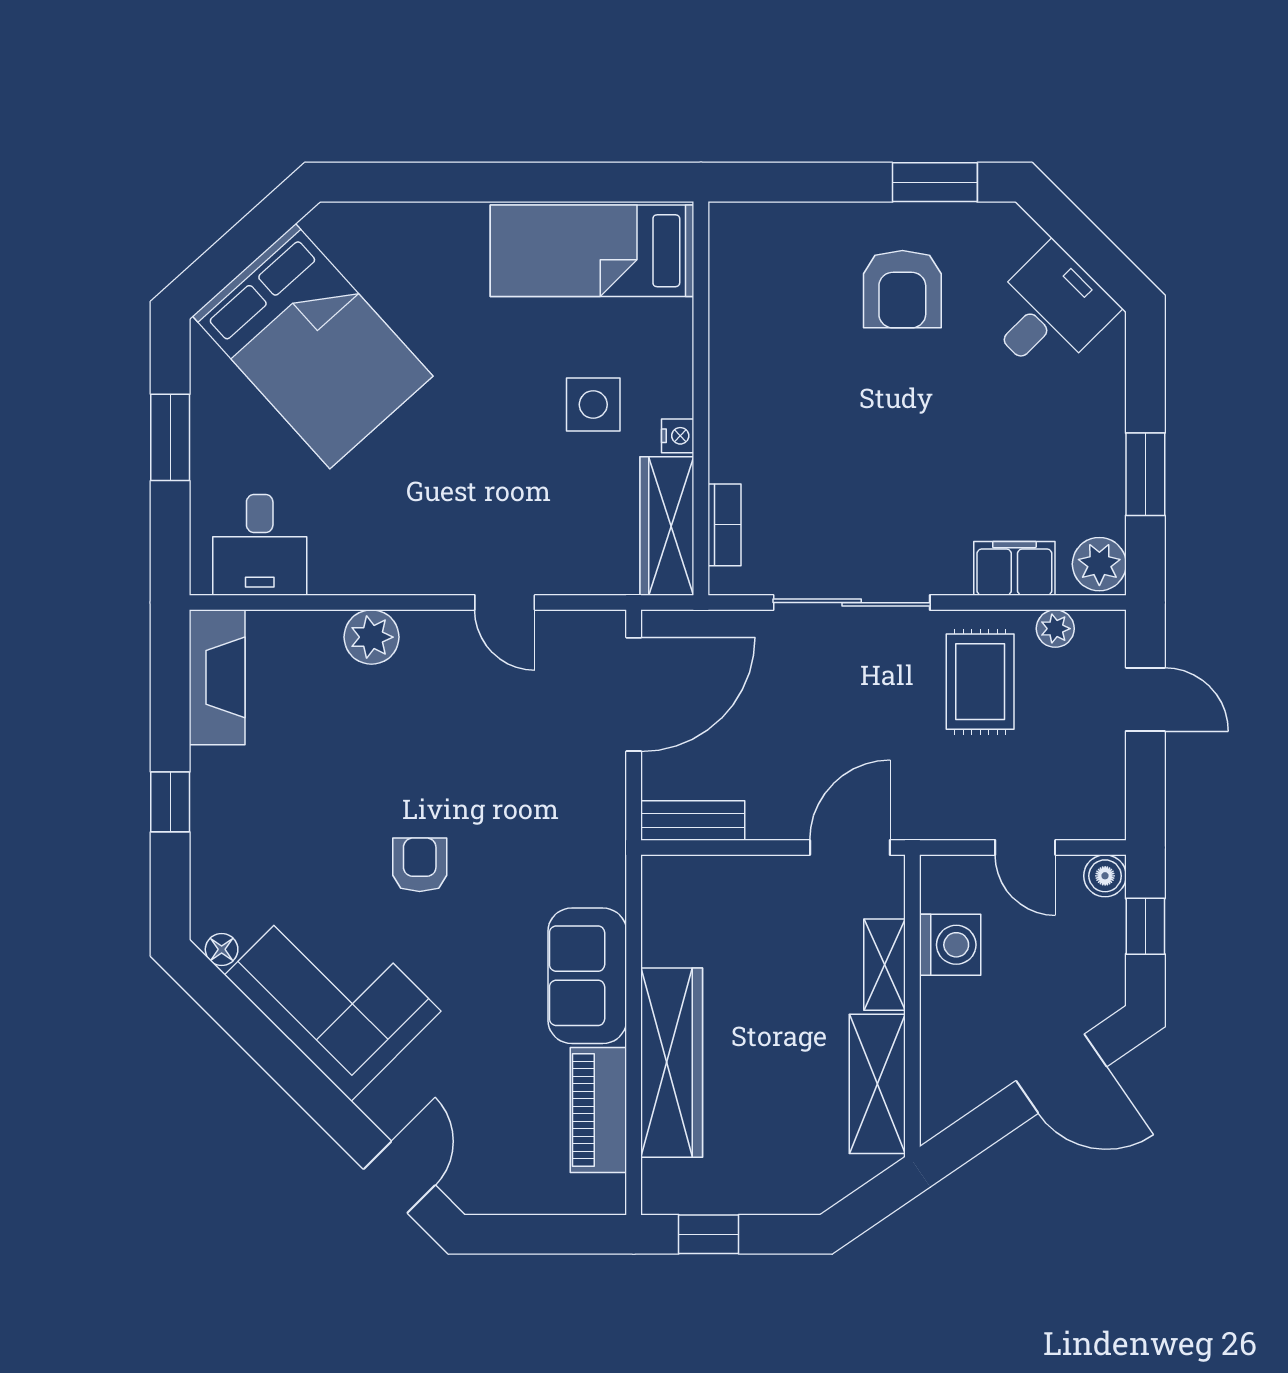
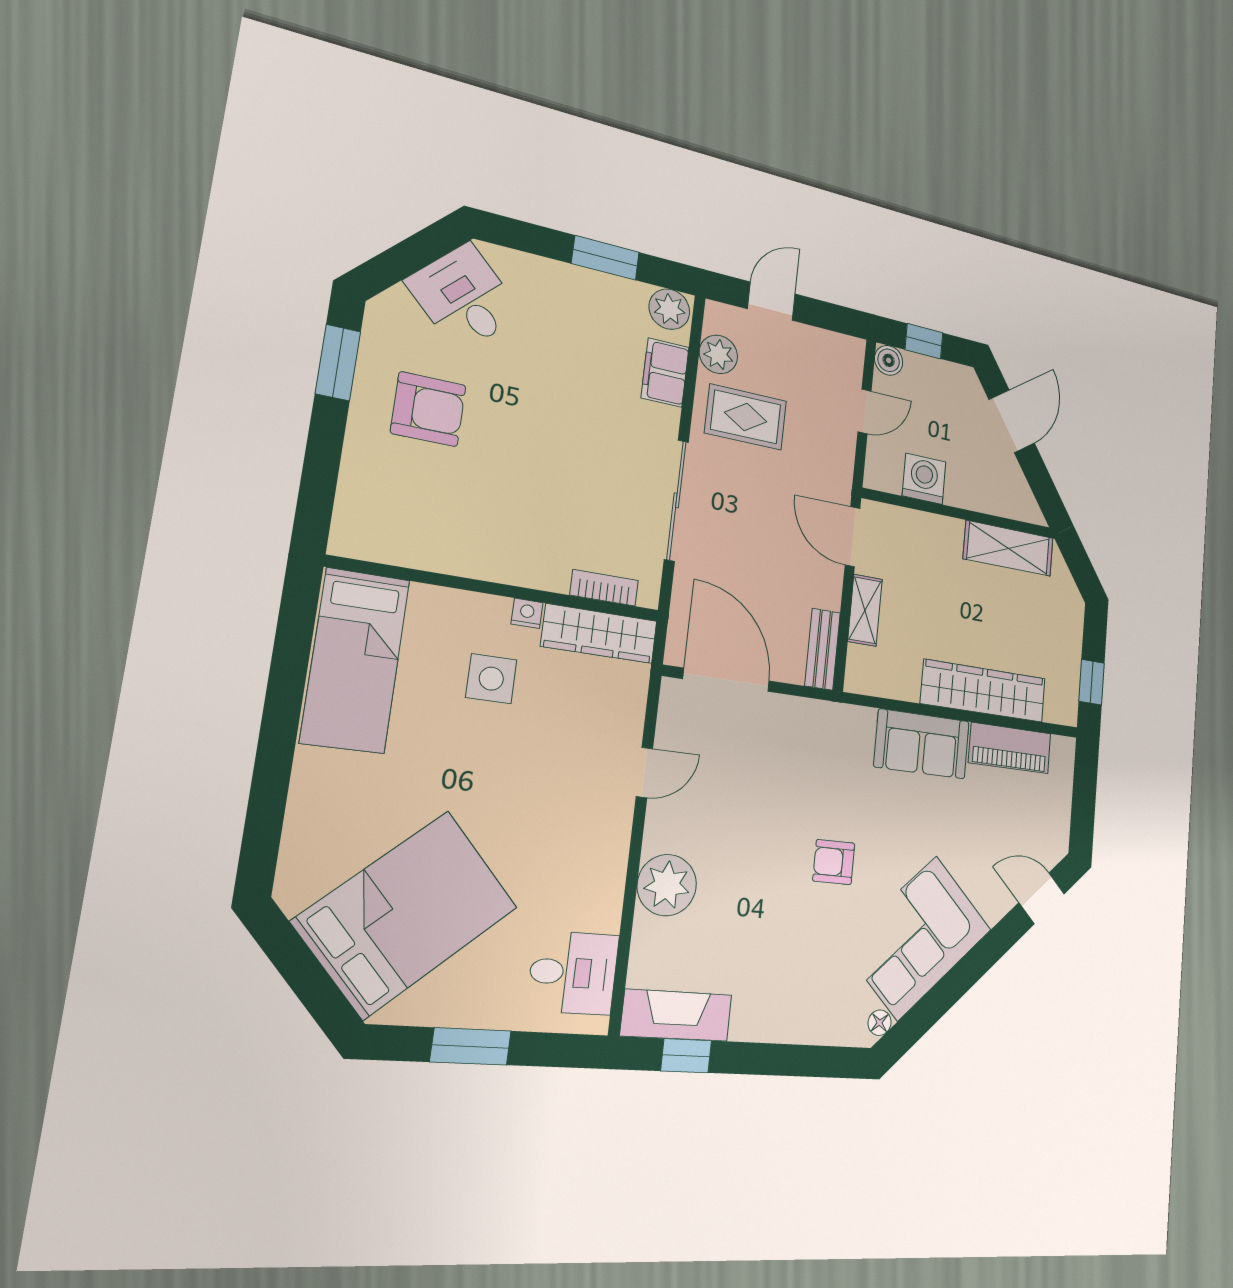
plant: (1055, 629) -> (718, 354), width x1.38, depth x1.38
plant: (371, 637) -> (667, 885), width x1.36, depth x1.36
window: (170, 802) -> (686, 1056), moved
shelving: (885, 965) -> (865, 610), moved, turned 90

